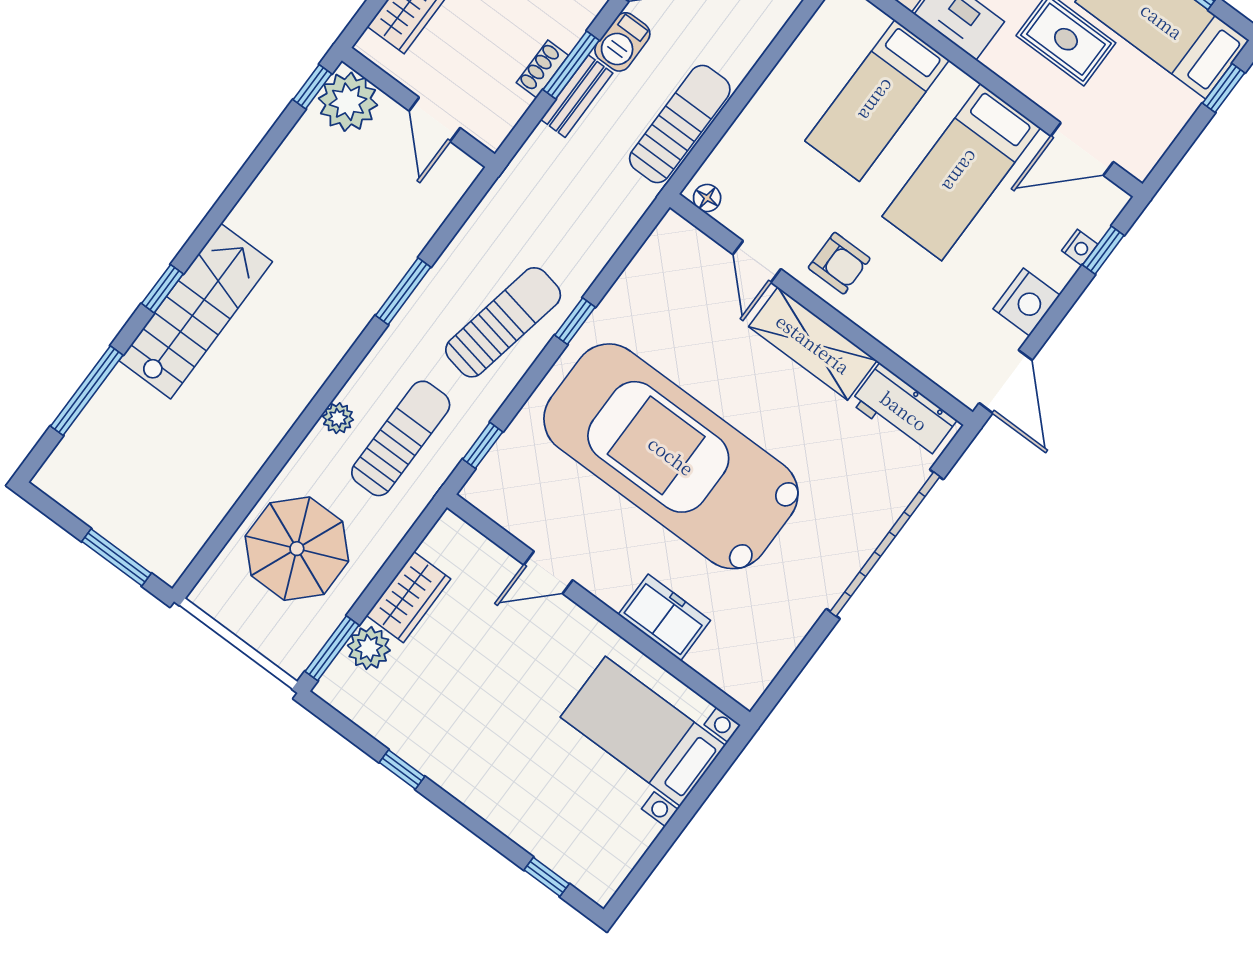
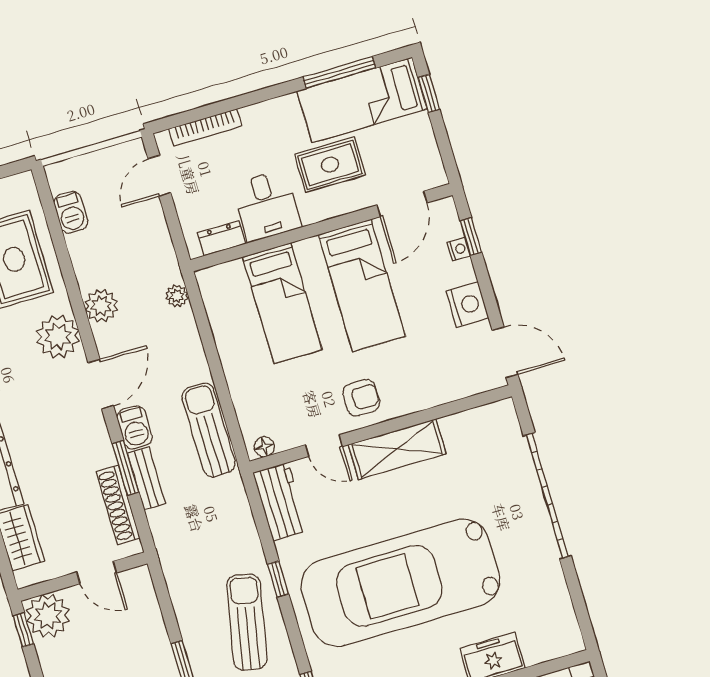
shoe rack: (542, 69) -> (118, 505), width x1.94, depth x1.24
workbench: (904, 411) -> (280, 502), moved, turned -90

